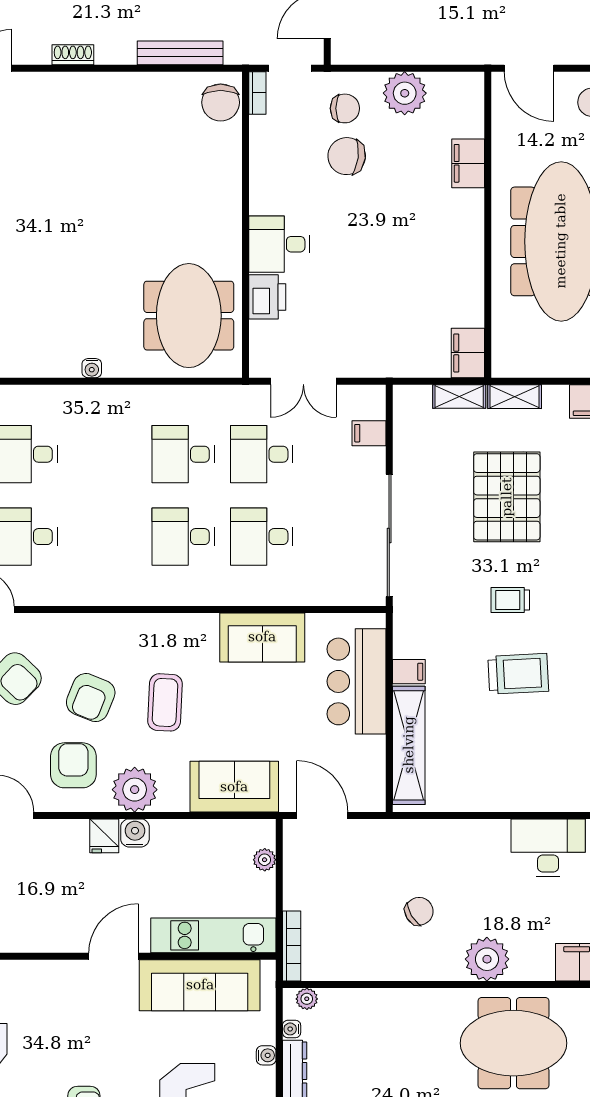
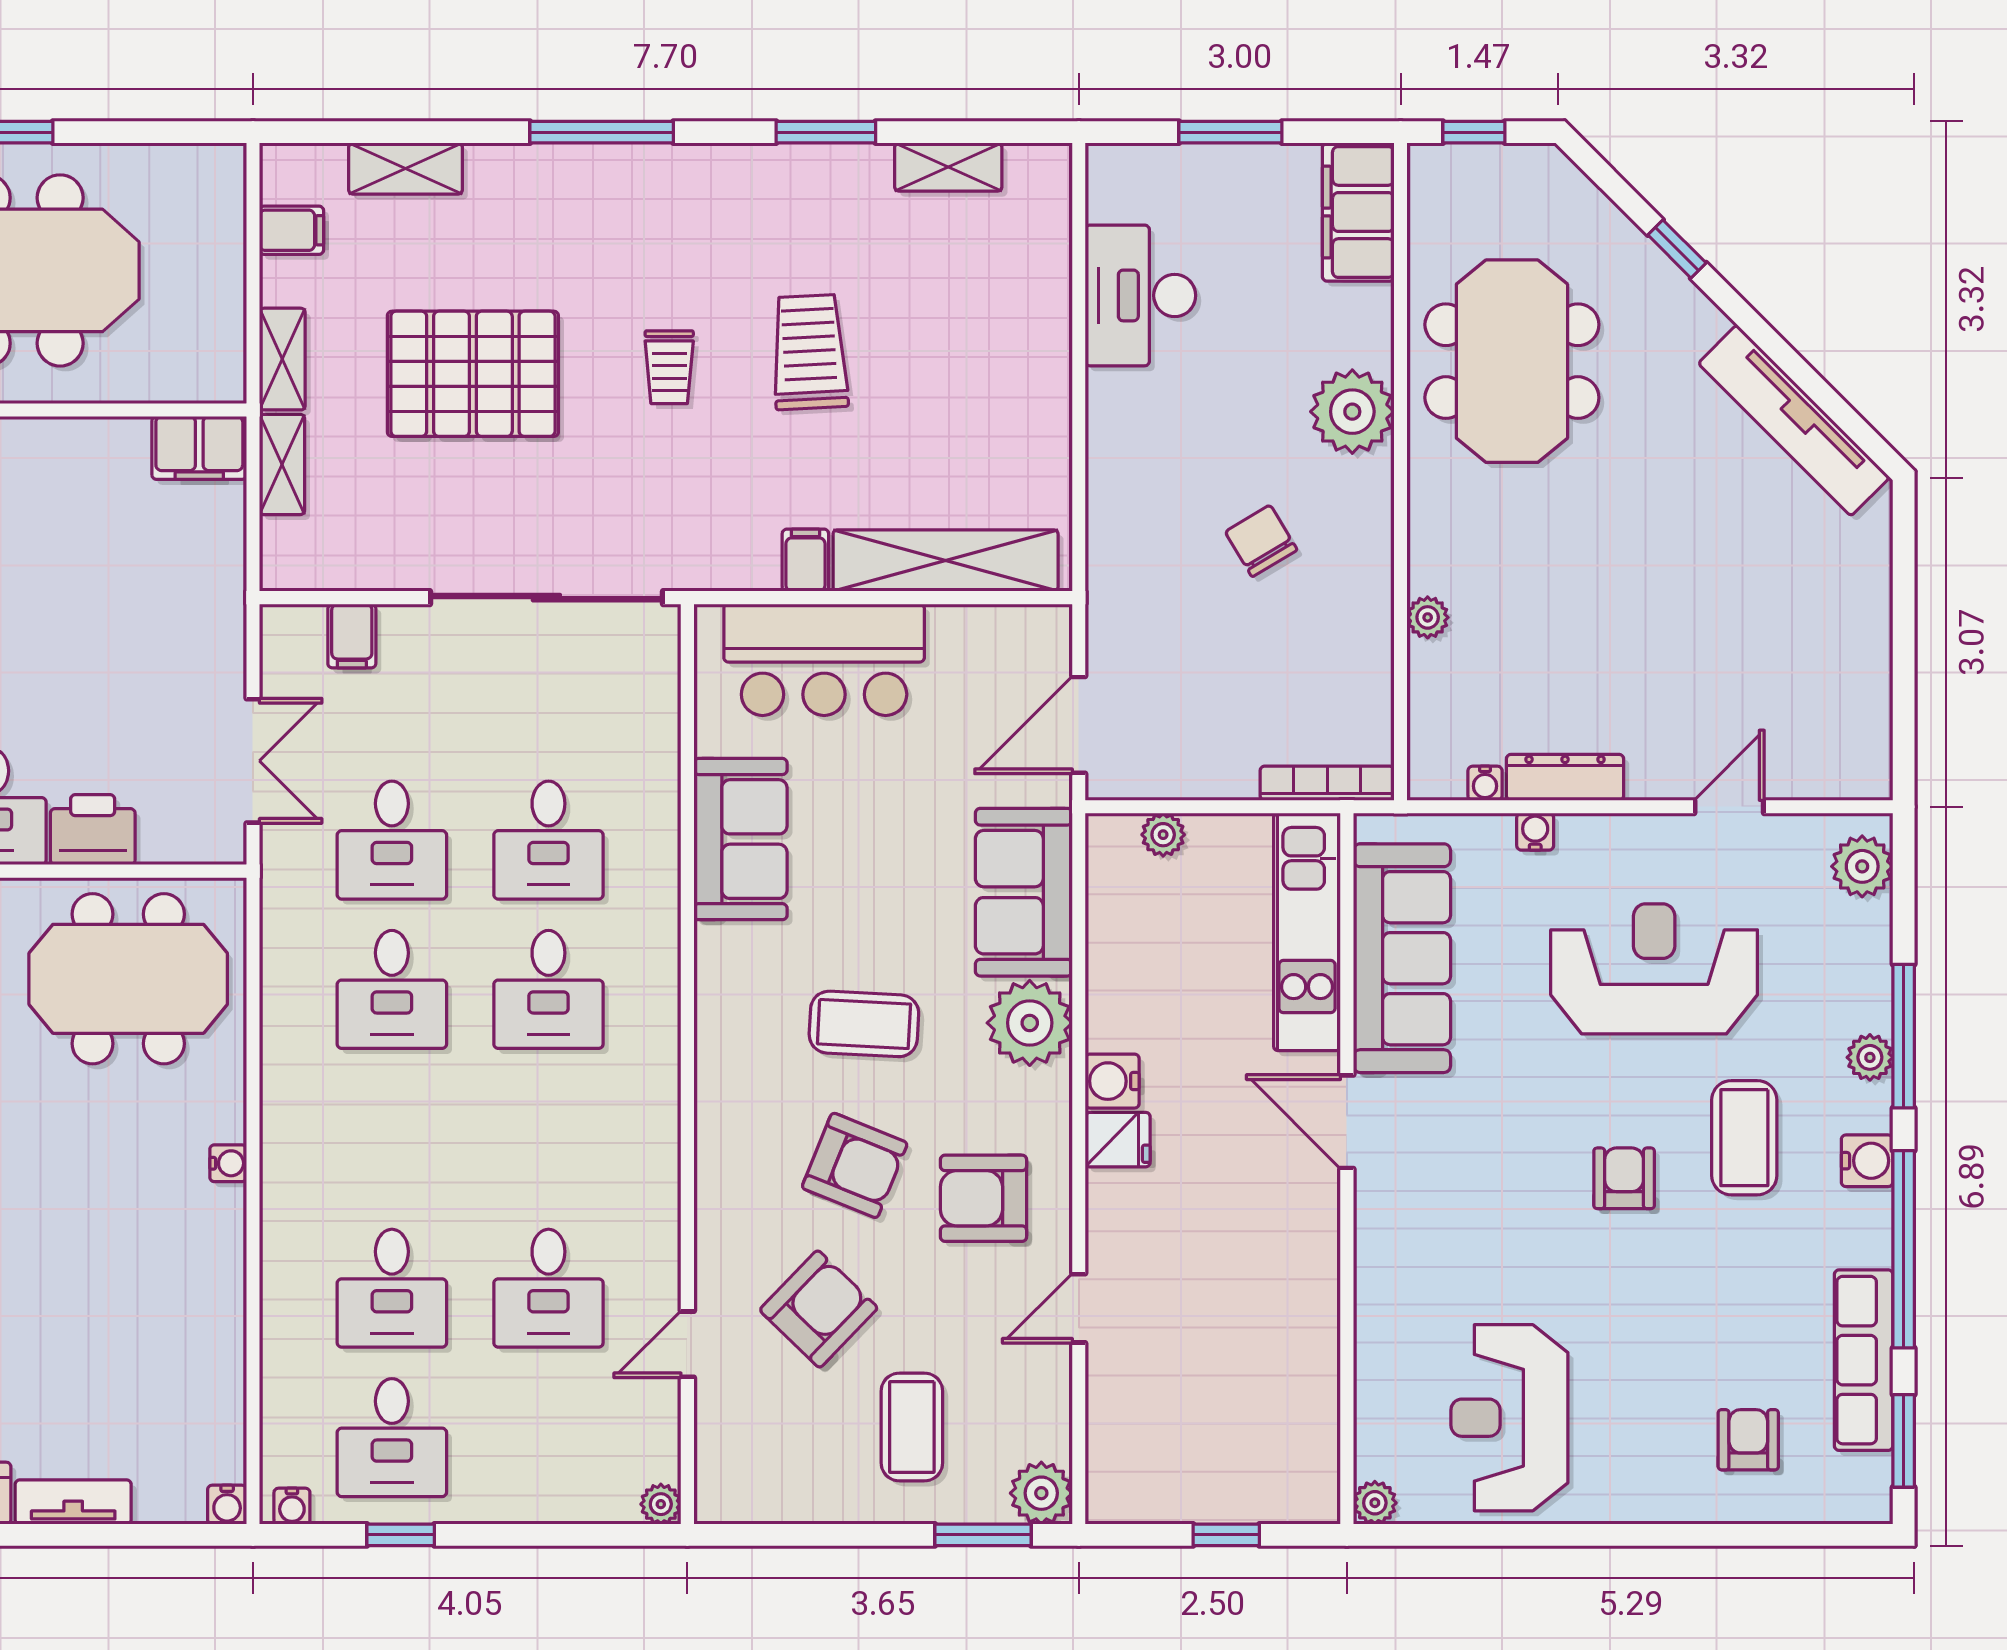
plant: (135, 790) -> (1030, 1023), moved
plant: (307, 999) -> (1428, 617), moved

